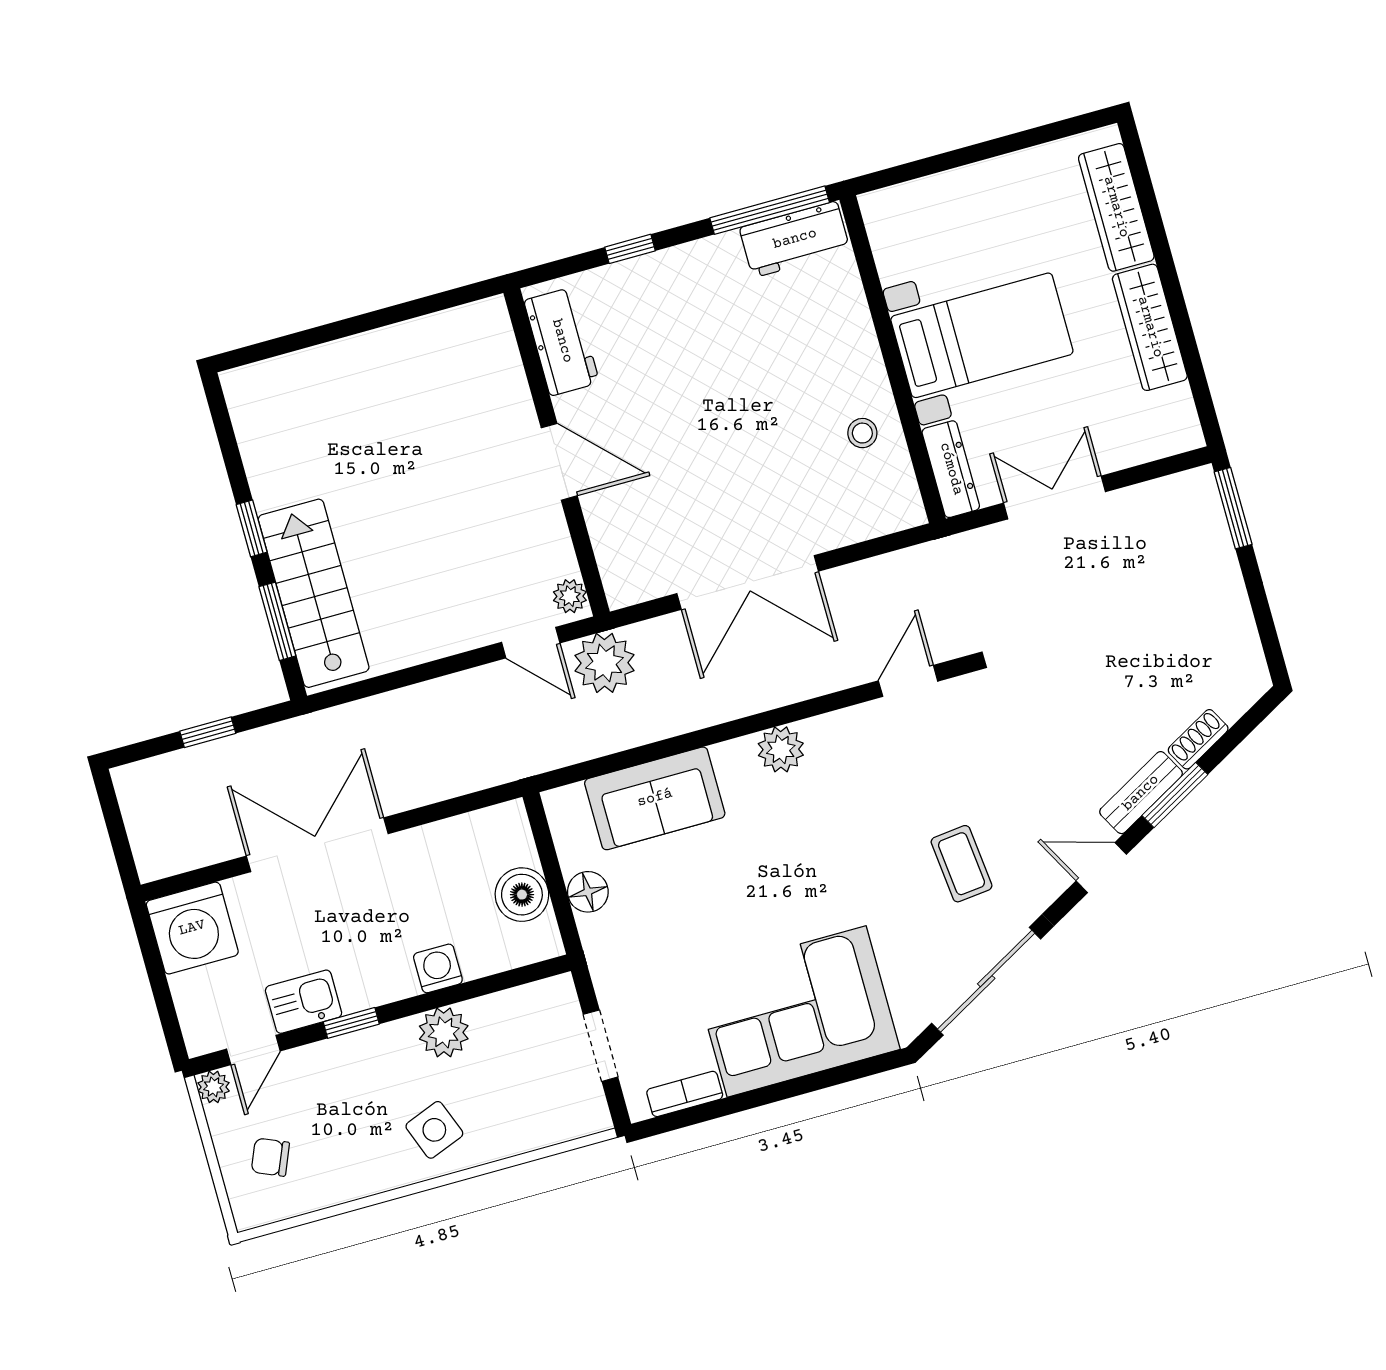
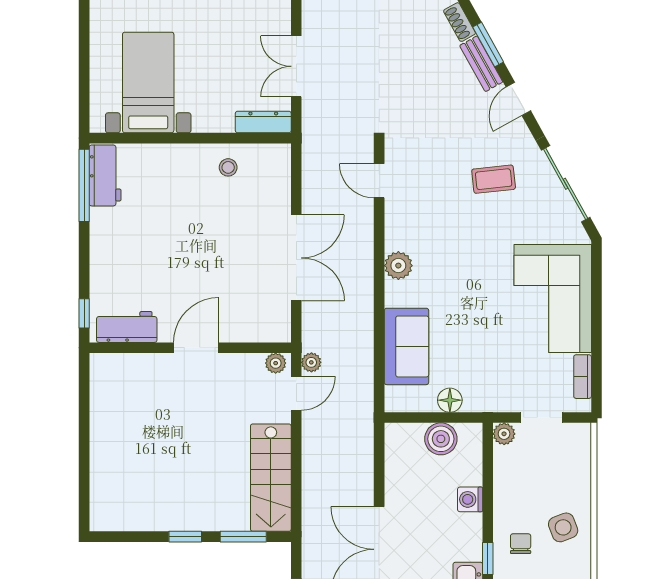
window: (630, 249) -> (84, 313), moved
bed with nightstands: (982, 335) -> (148, 82), moved
stairs: (314, 593) -> (271, 478), moved, turned -90
plant: (605, 663) -> (311, 362), width x0.53, depth x0.53
plant: (444, 1032) -> (504, 434), moved, width x0.73, depth x0.73
chair: (389, 1069) -> (521, 544), added

